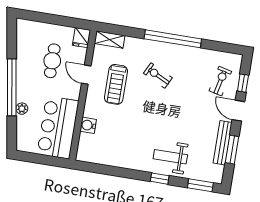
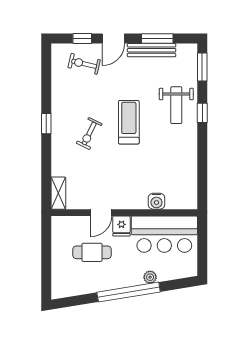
fridge: (81, 38) -> (121, 226), moved, turned 90
window: (173, 39) -> (46, 124), width x0.32
treadmill: (116, 84) -> (129, 122), moved, turned -90

